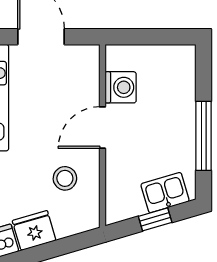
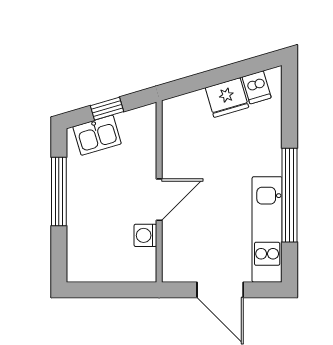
washing machine: (121, 87) -> (145, 235), width x0.73, depth x0.73
stool: (65, 178) -> (196, 149), removed

